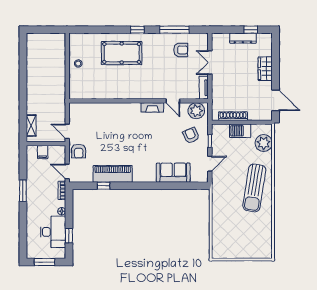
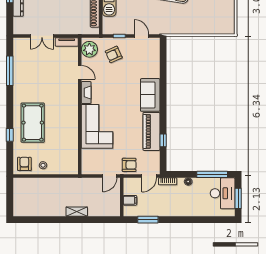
window: (137, 30) -> (10, 135), moved
armchair: (181, 50) -> (24, 164), moved
door: (173, 101) -> (80, 72), hinge flipped
corner sofa: (118, 119) -> (97, 126), added
shelving: (31, 126) -> (77, 212), moved
sofa: (173, 173) -> (150, 95), moved
window: (23, 191) -> (148, 220), moved
desk: (53, 232) -> (223, 193), moved, turned 90
window: (69, 236) -> (212, 174), width x2.17

